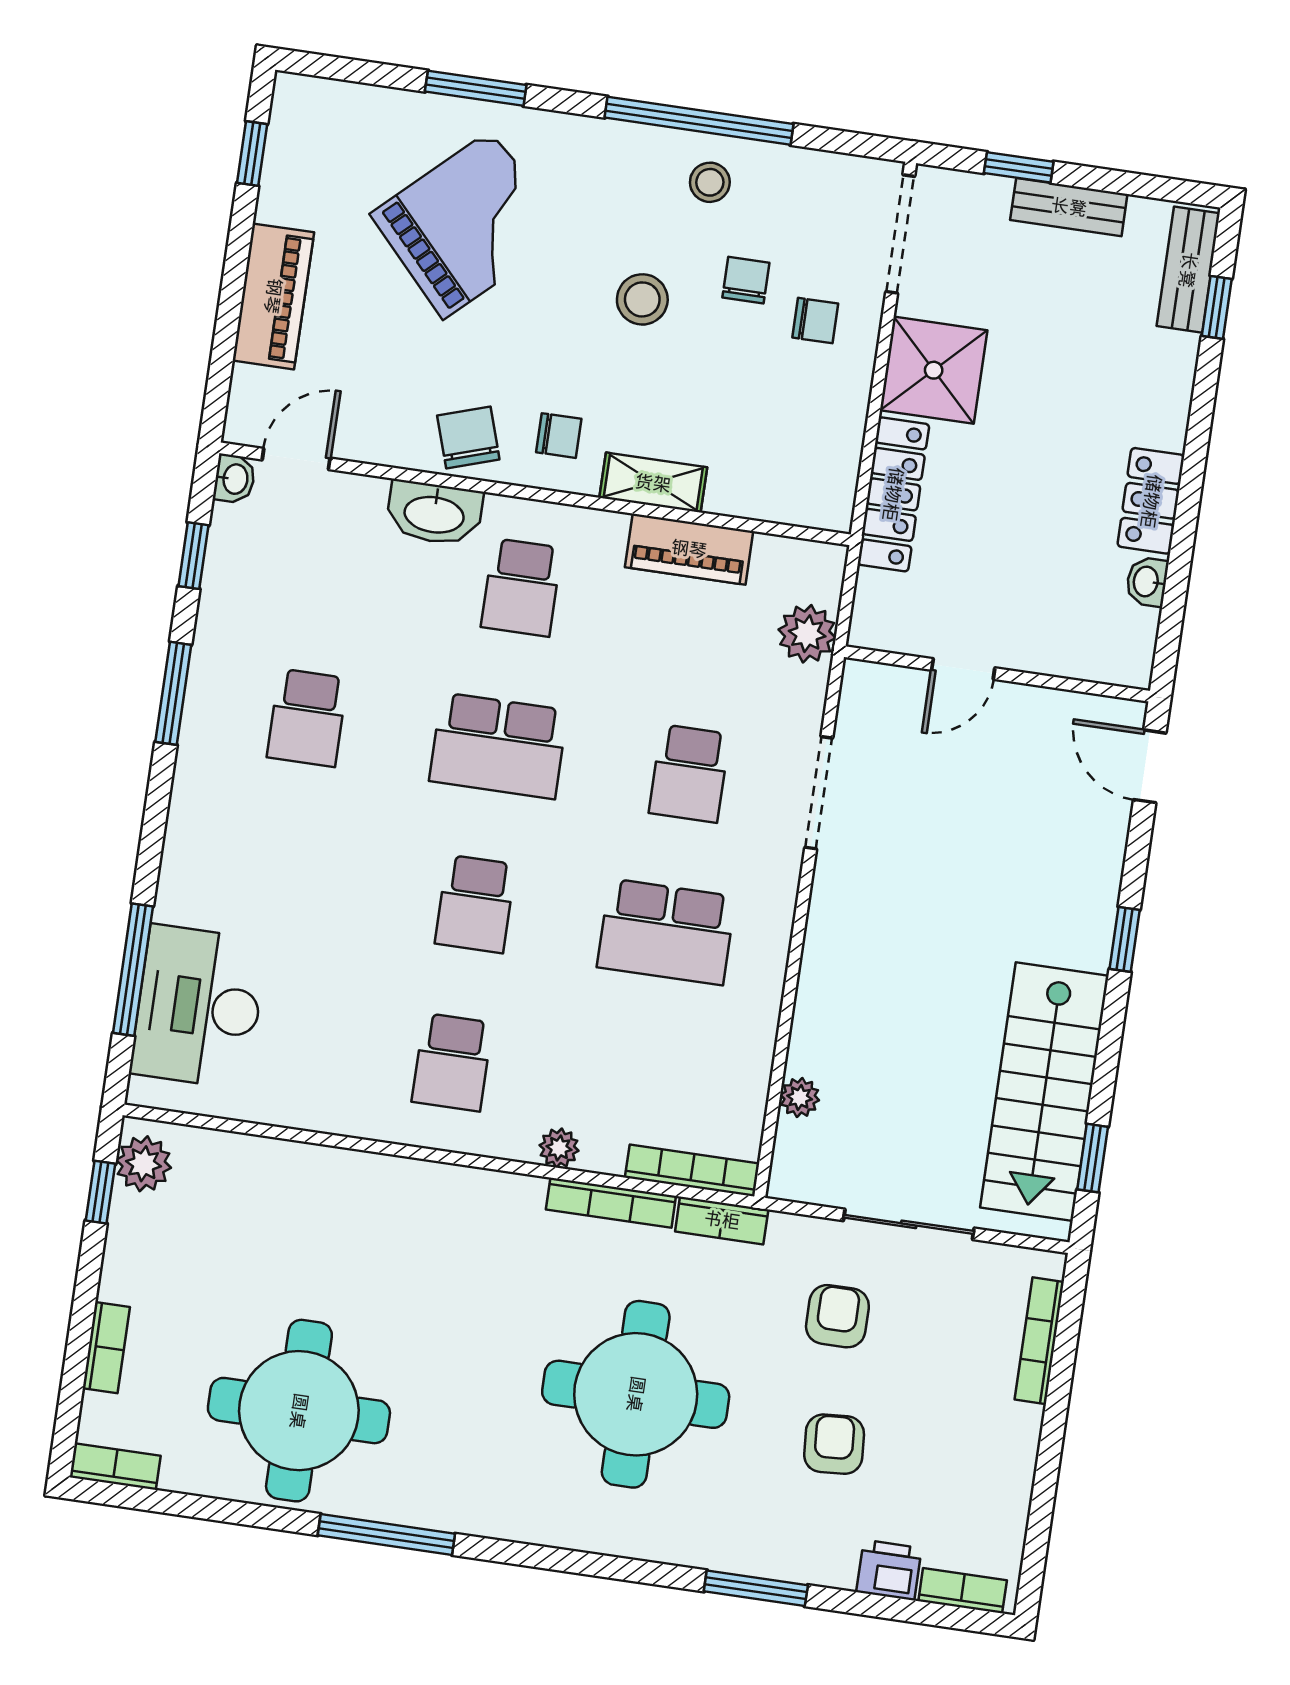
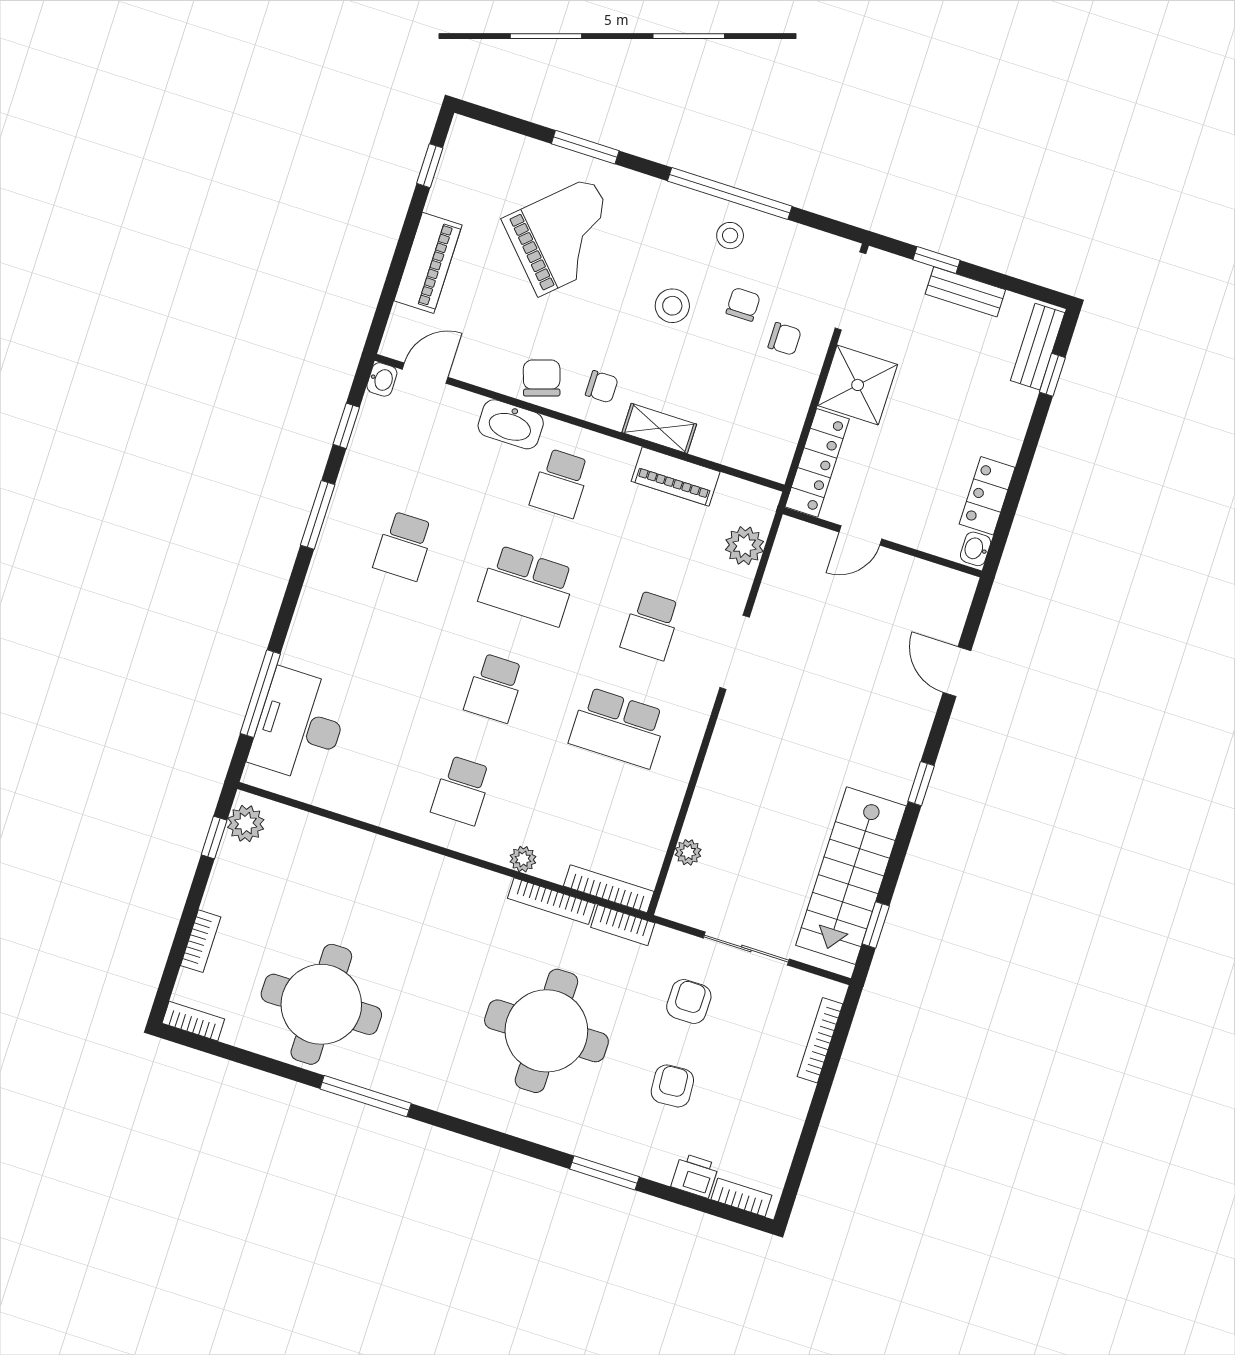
door: (963, 669) -> (860, 535), moved
wall: (997, 674) -> (882, 542), moved

